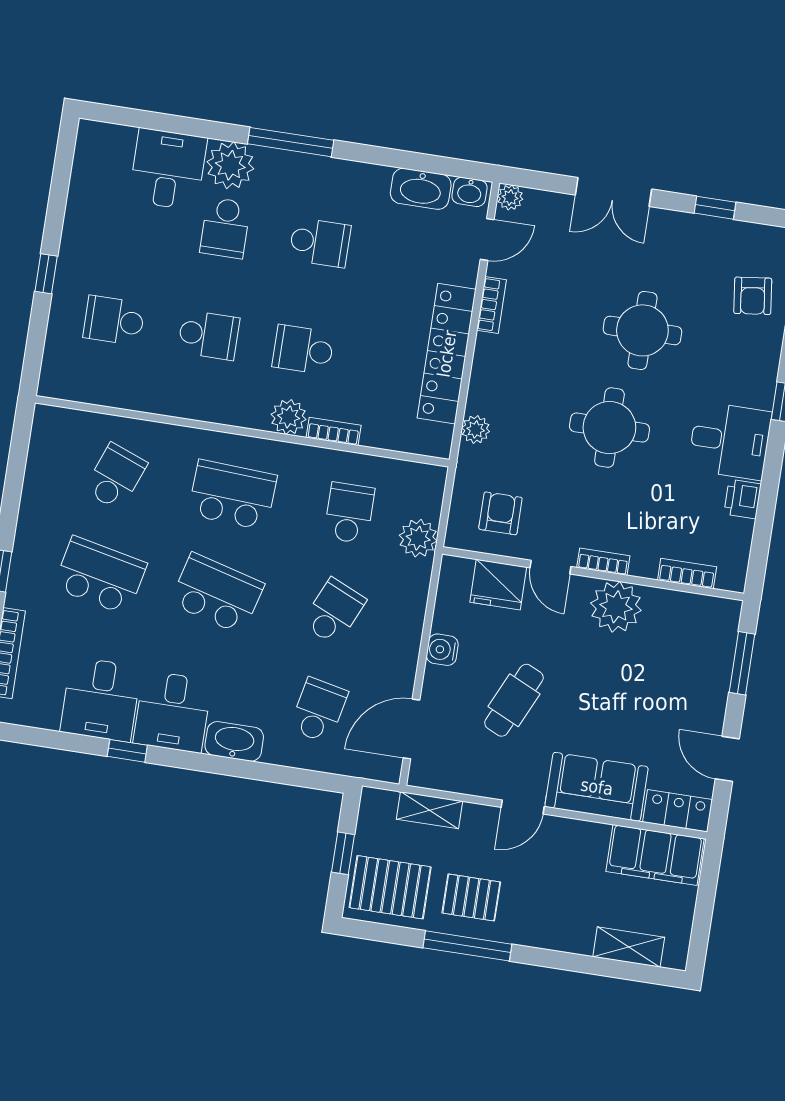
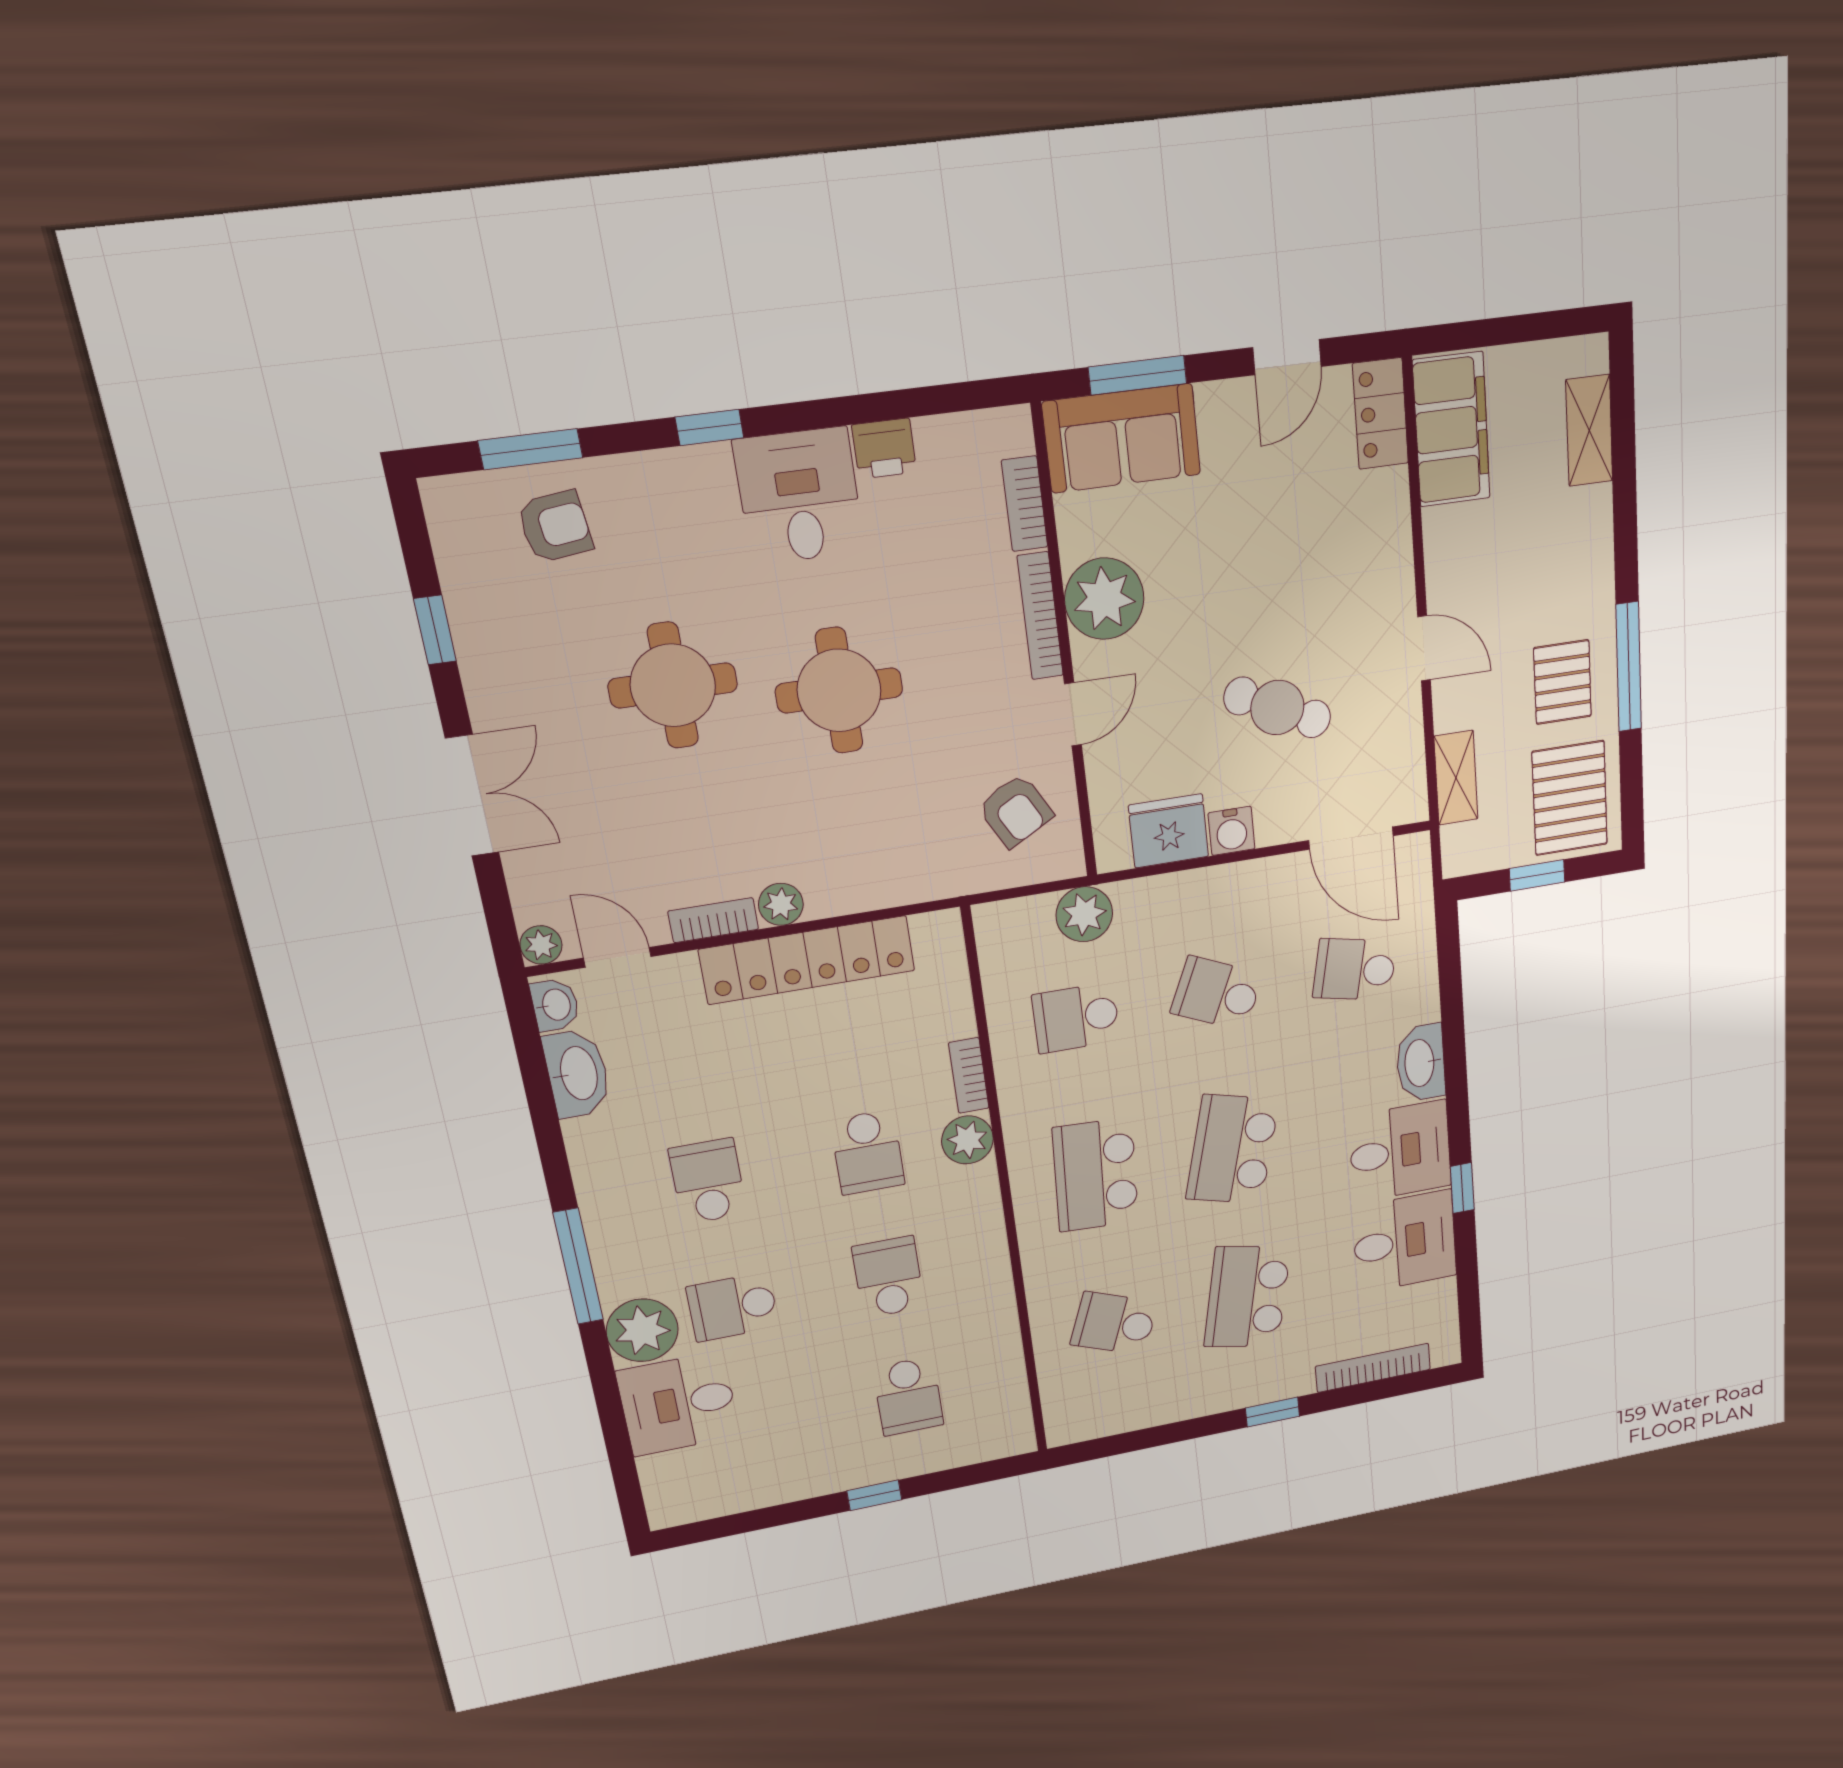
school desk: (225, 228) -> (733, 1307), turned 180
plant: (476, 429) -> (781, 904), moved
armchair: (500, 513) -> (1016, 811), turned -119
bookcase: (603, 562) -> (1040, 616), width x1.56
fridge: (498, 585) -> (1169, 831), moved, turned -90
sofa: (597, 787) -> (1122, 438), moved, turned -90

